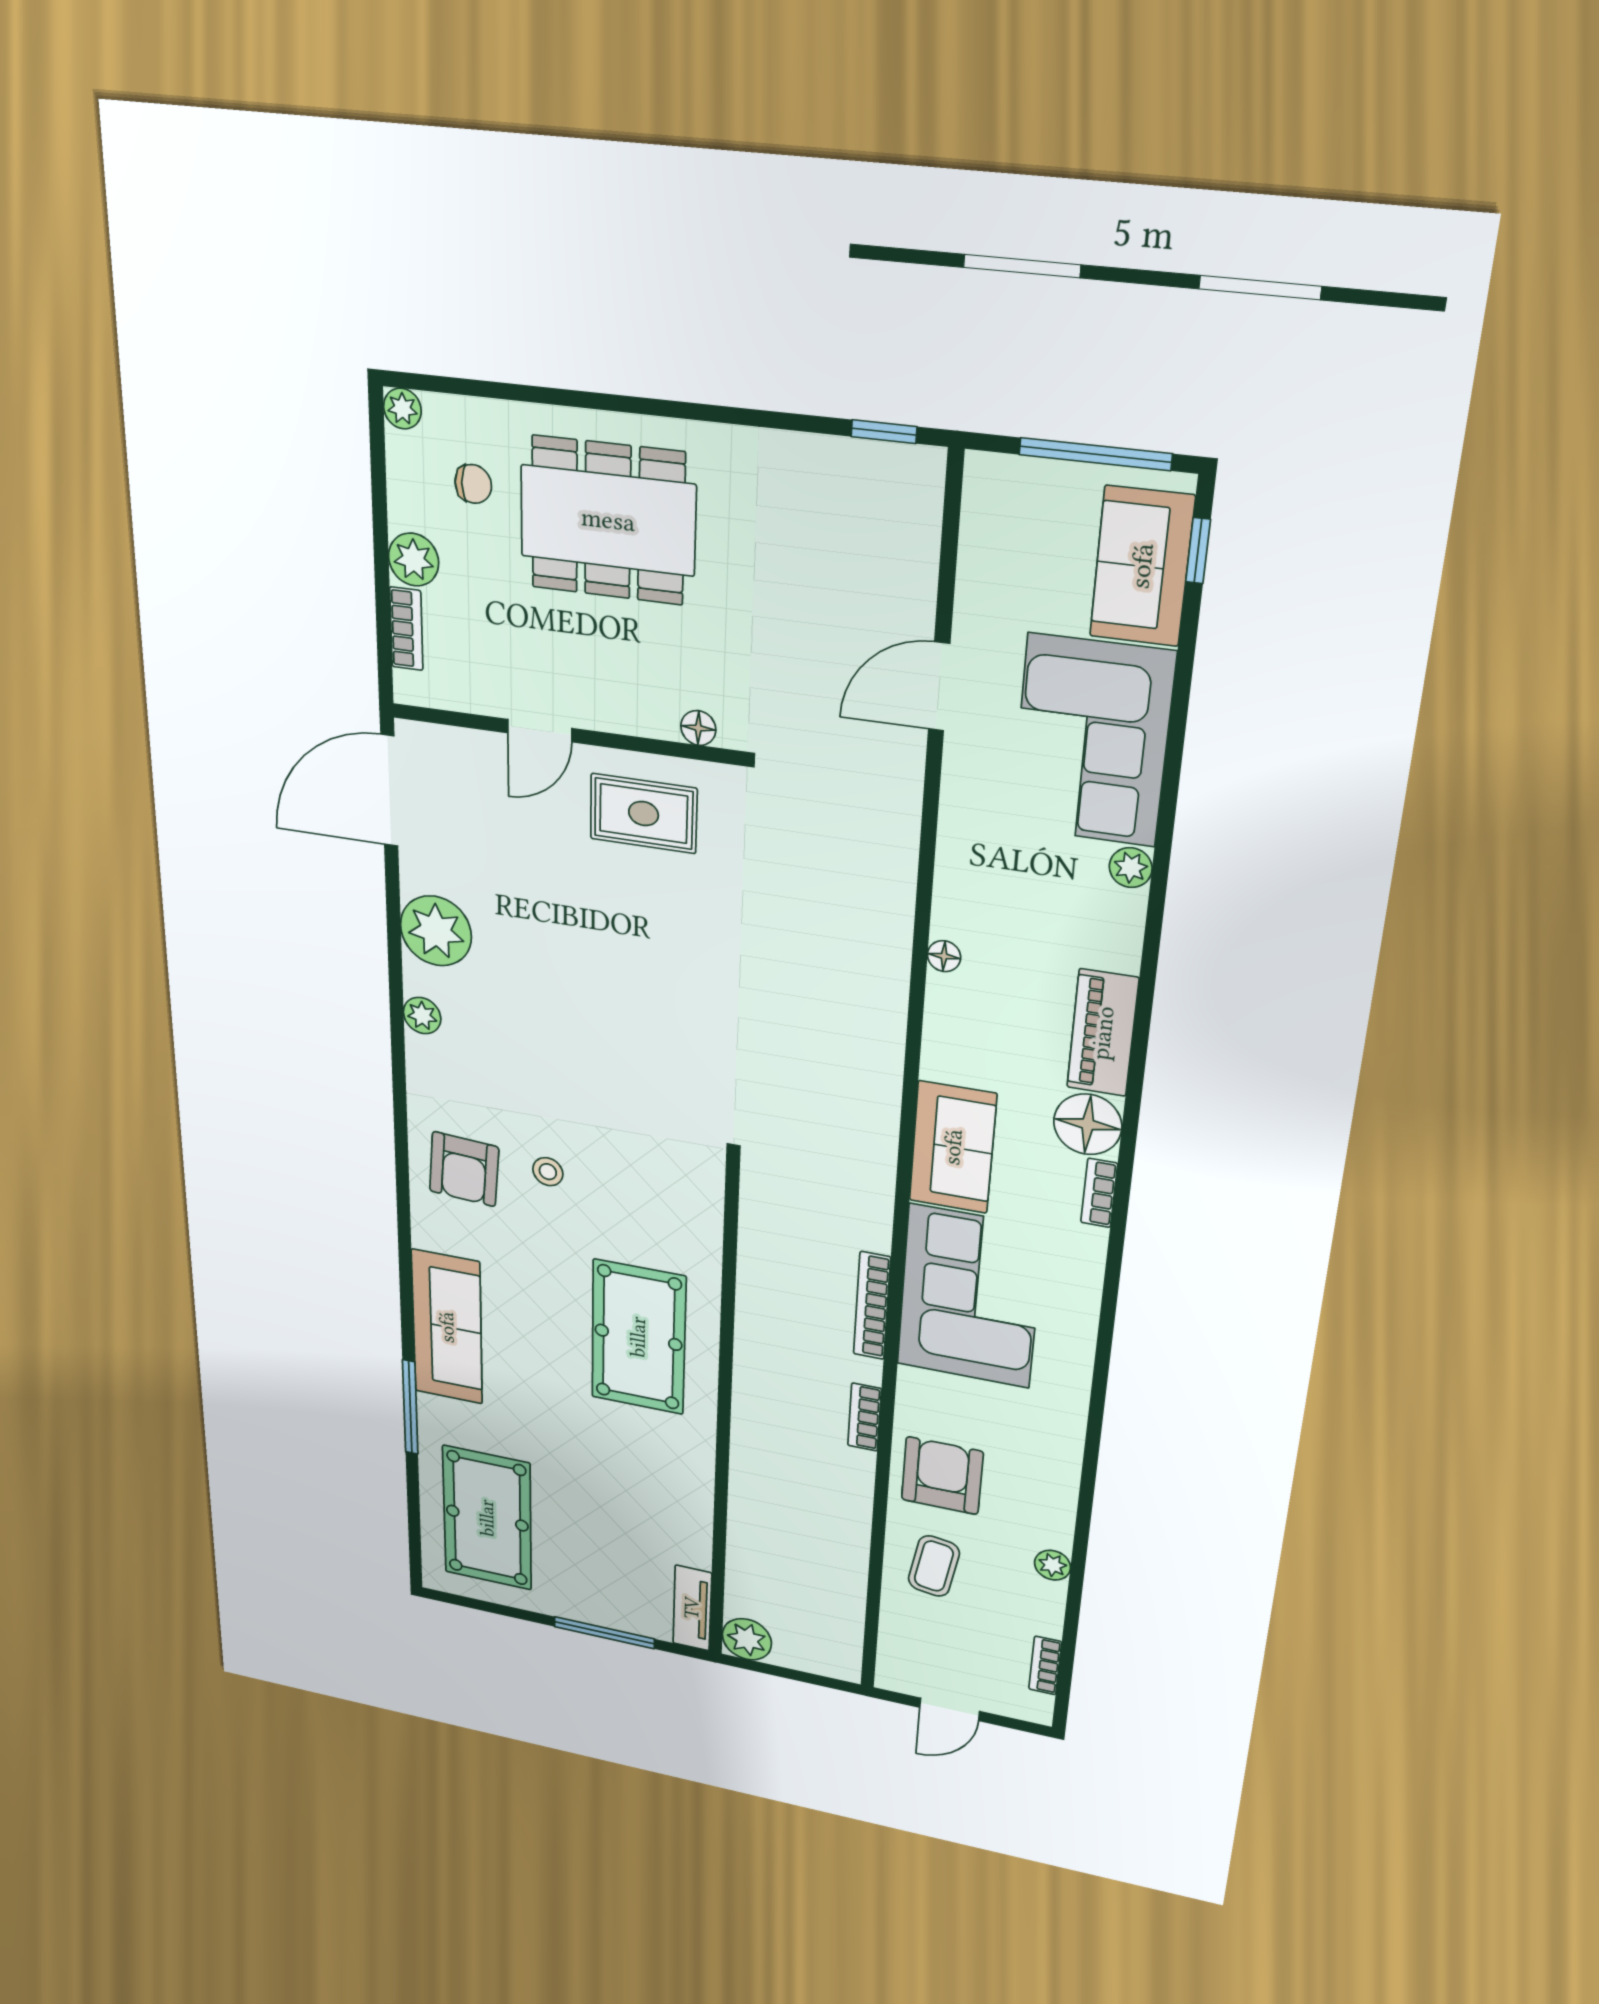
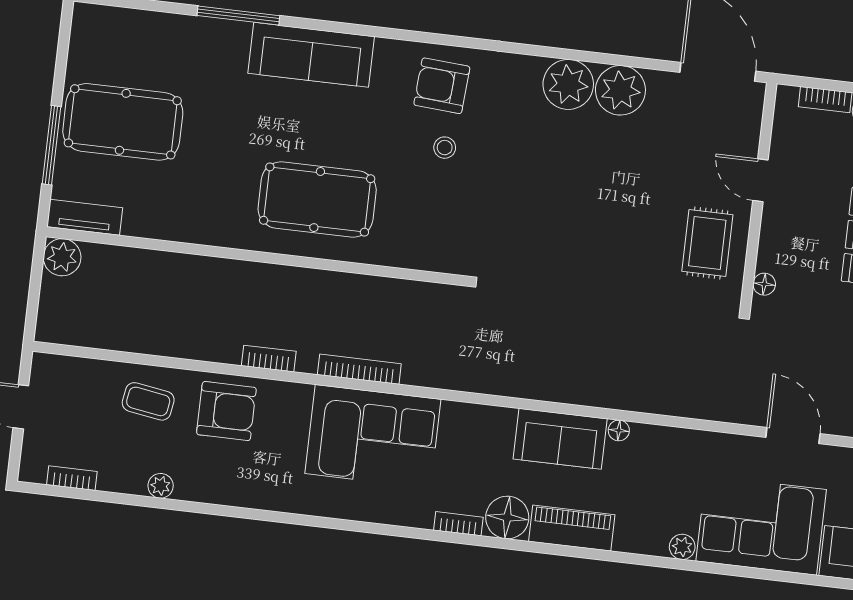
plant: (422, 1016) -> (568, 84), width x1.87, depth x1.87
sofa: (953, 1147) -> (560, 439), moved
pool table: (487, 1518) -> (123, 122), moved

